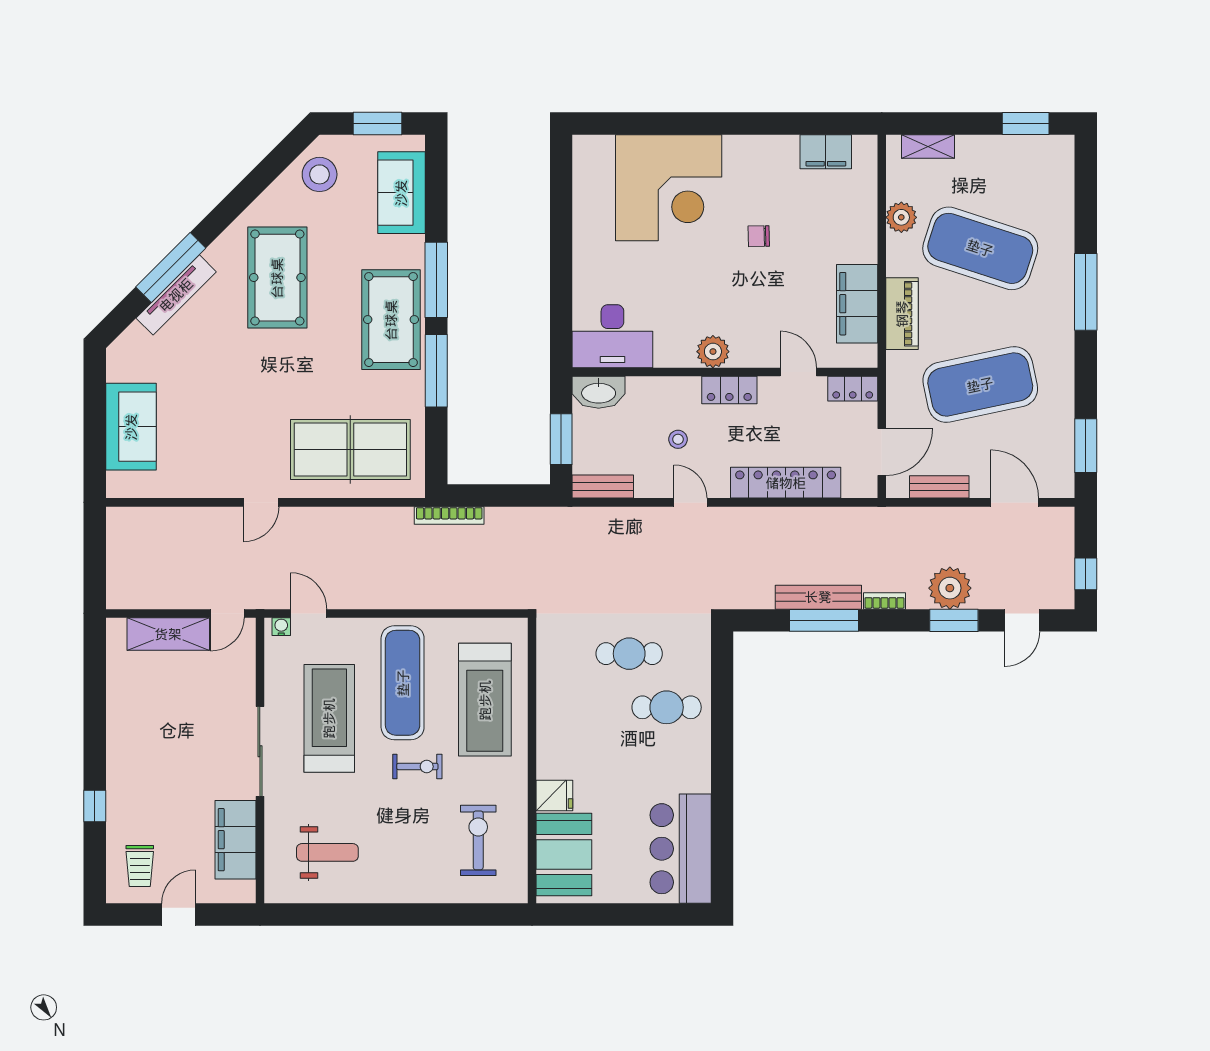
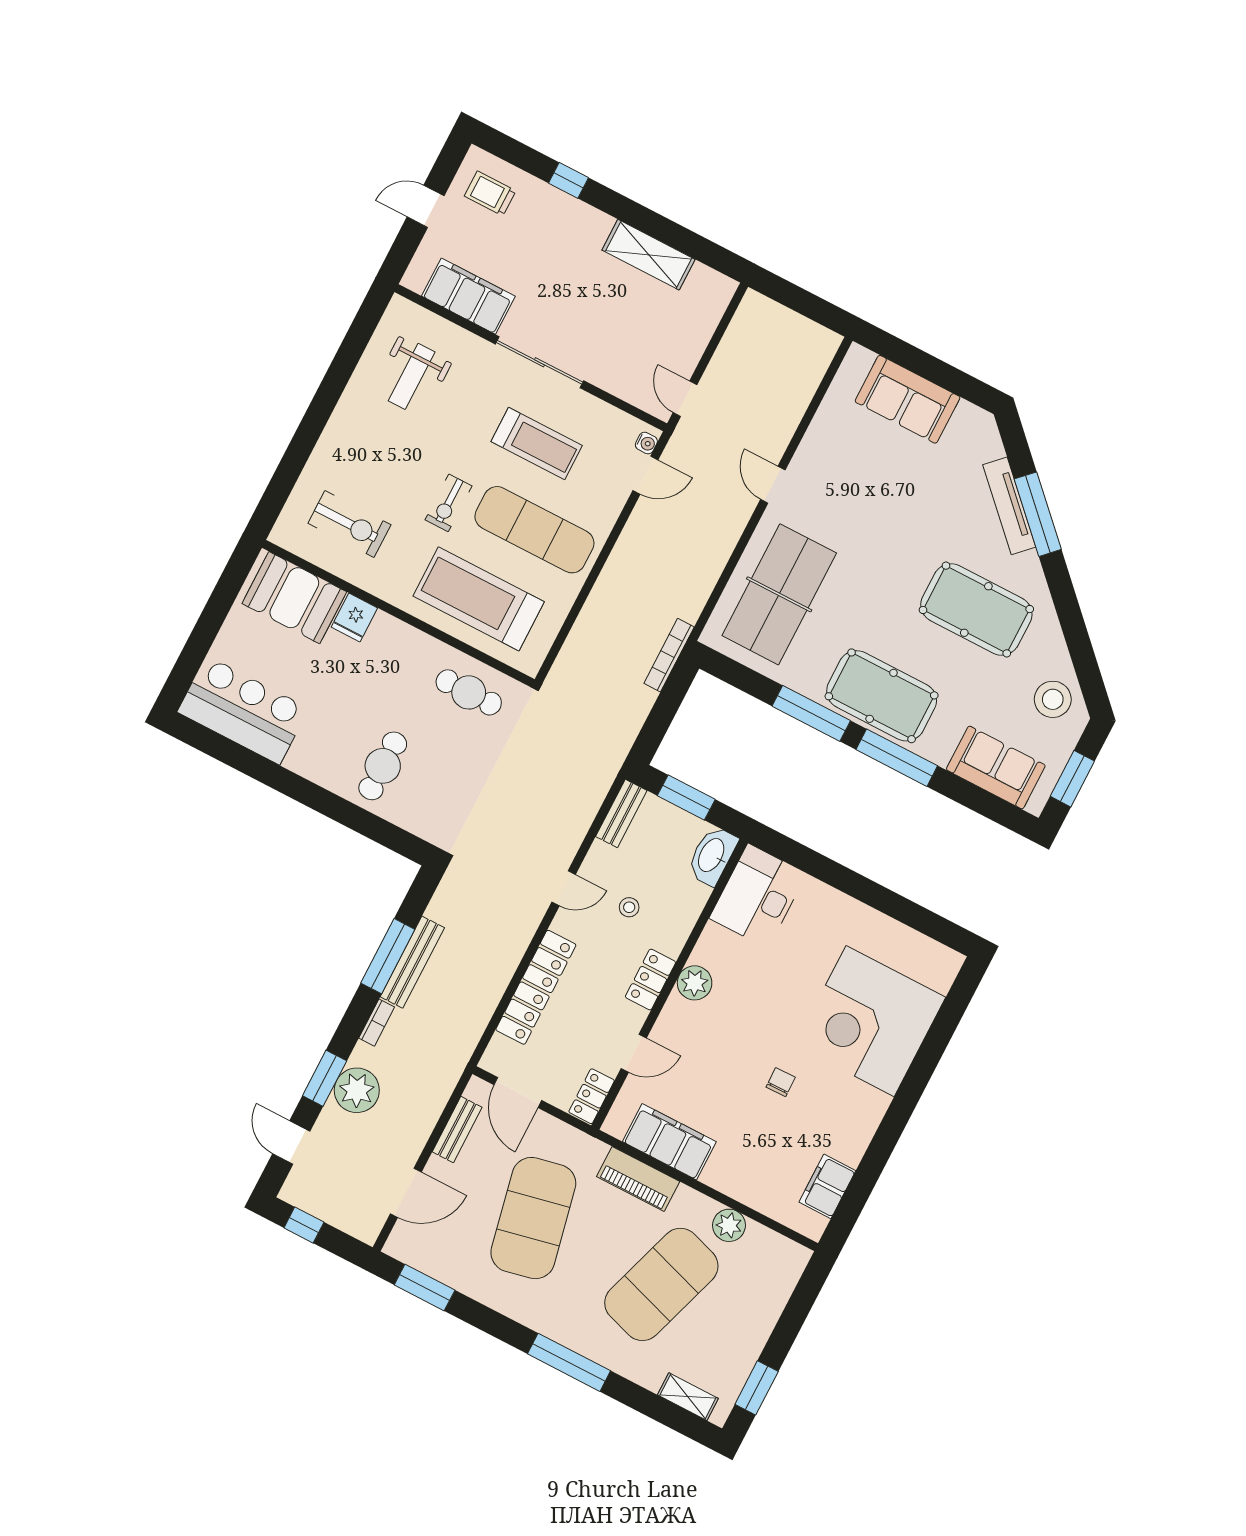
shelving: (928, 146) -> (688, 1397), moved, turned 90
shelving: (168, 634) -> (649, 255), moved, turned 90
cafe table: (629, 654) -> (469, 692), moved, turned 90
treadmill: (329, 718) -> (537, 443), width x0.73, depth x0.73
door: (179, 915) -> (426, 206), swing flipped

